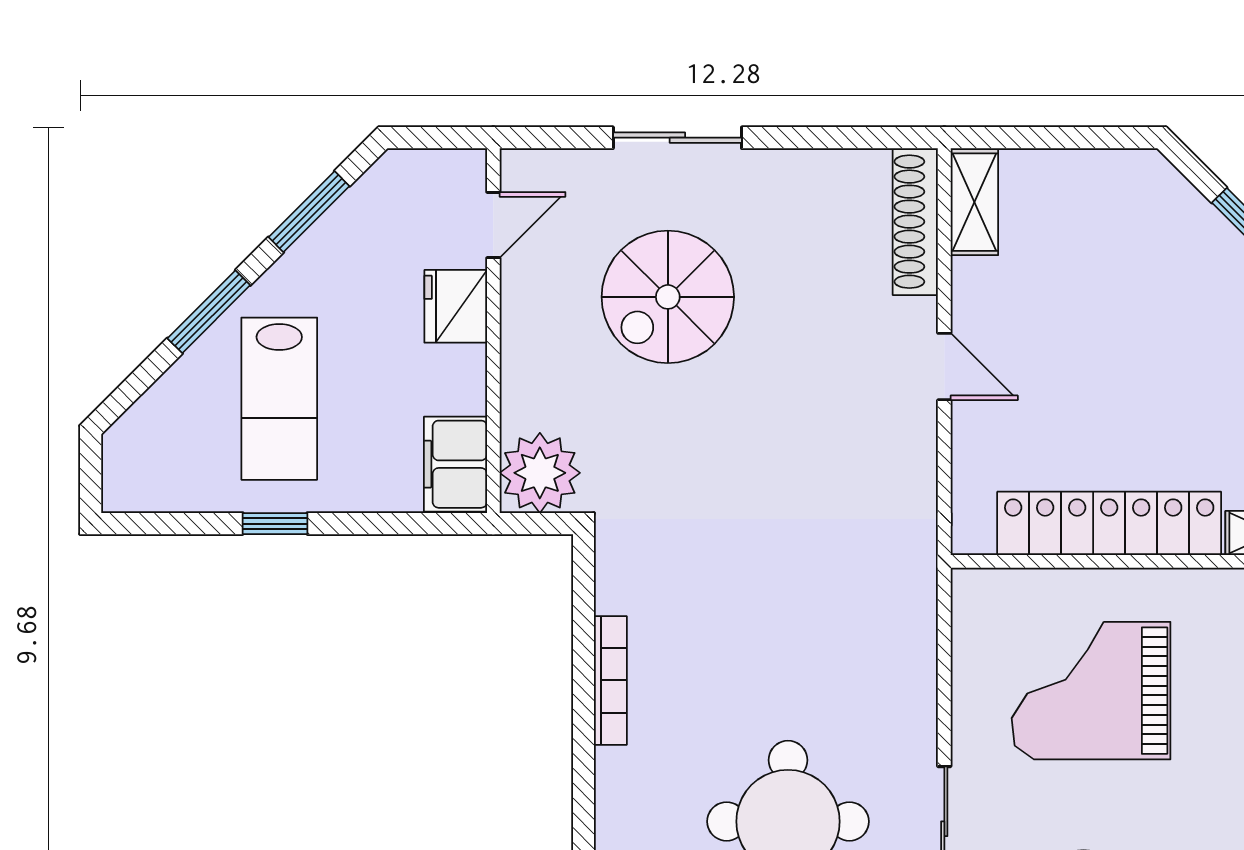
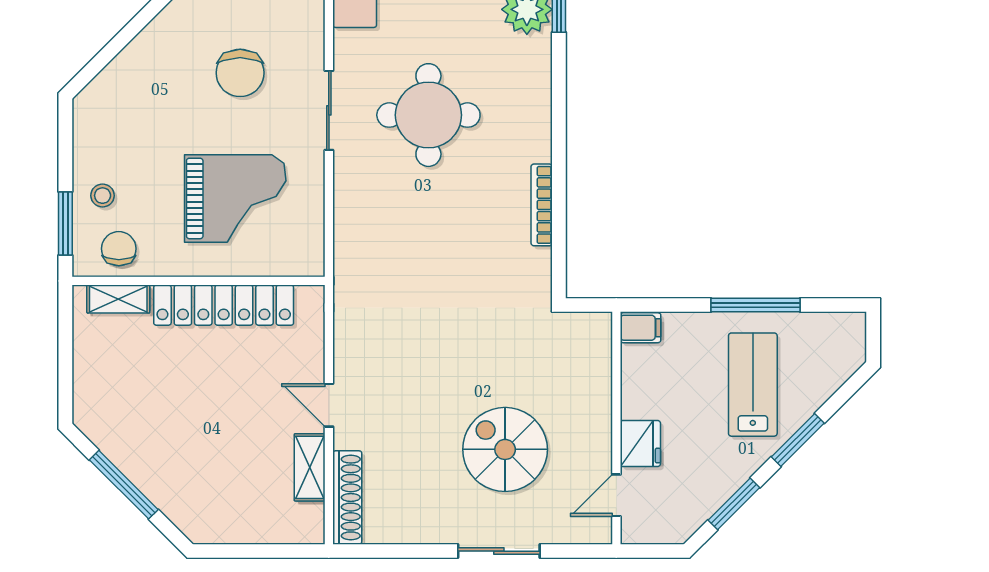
shelving: (974, 202) -> (310, 467), moved
spiral stairs: (668, 297) -> (505, 449), turned -90
filing cabinet: (455, 464) -> (641, 328), width x0.50
plant: (540, 473) -> (587, 337), removed
window: (275, 524) -> (756, 305), width x2.17

